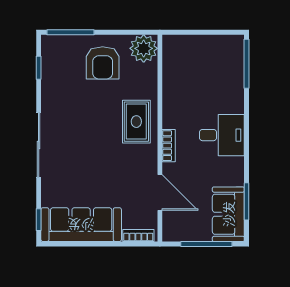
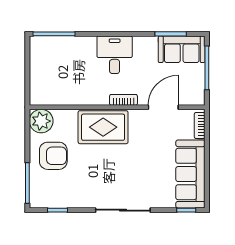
rug: (136, 122) -> (103, 127), width x1.36, depth x1.43

